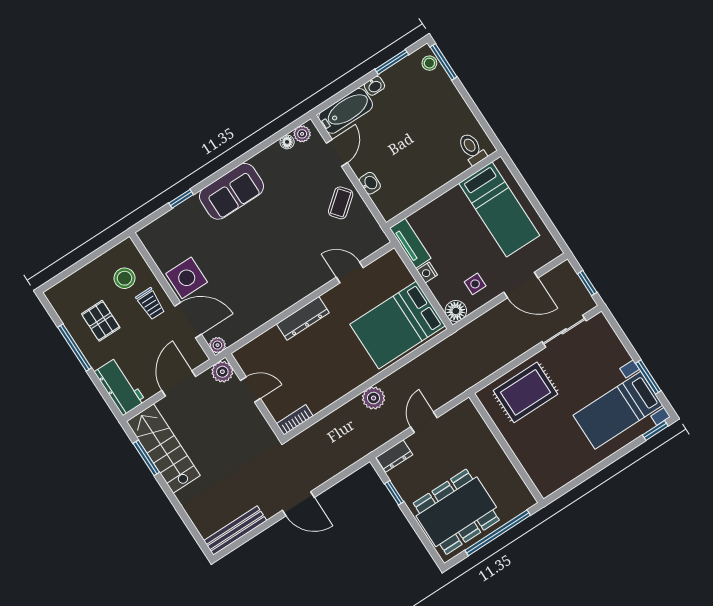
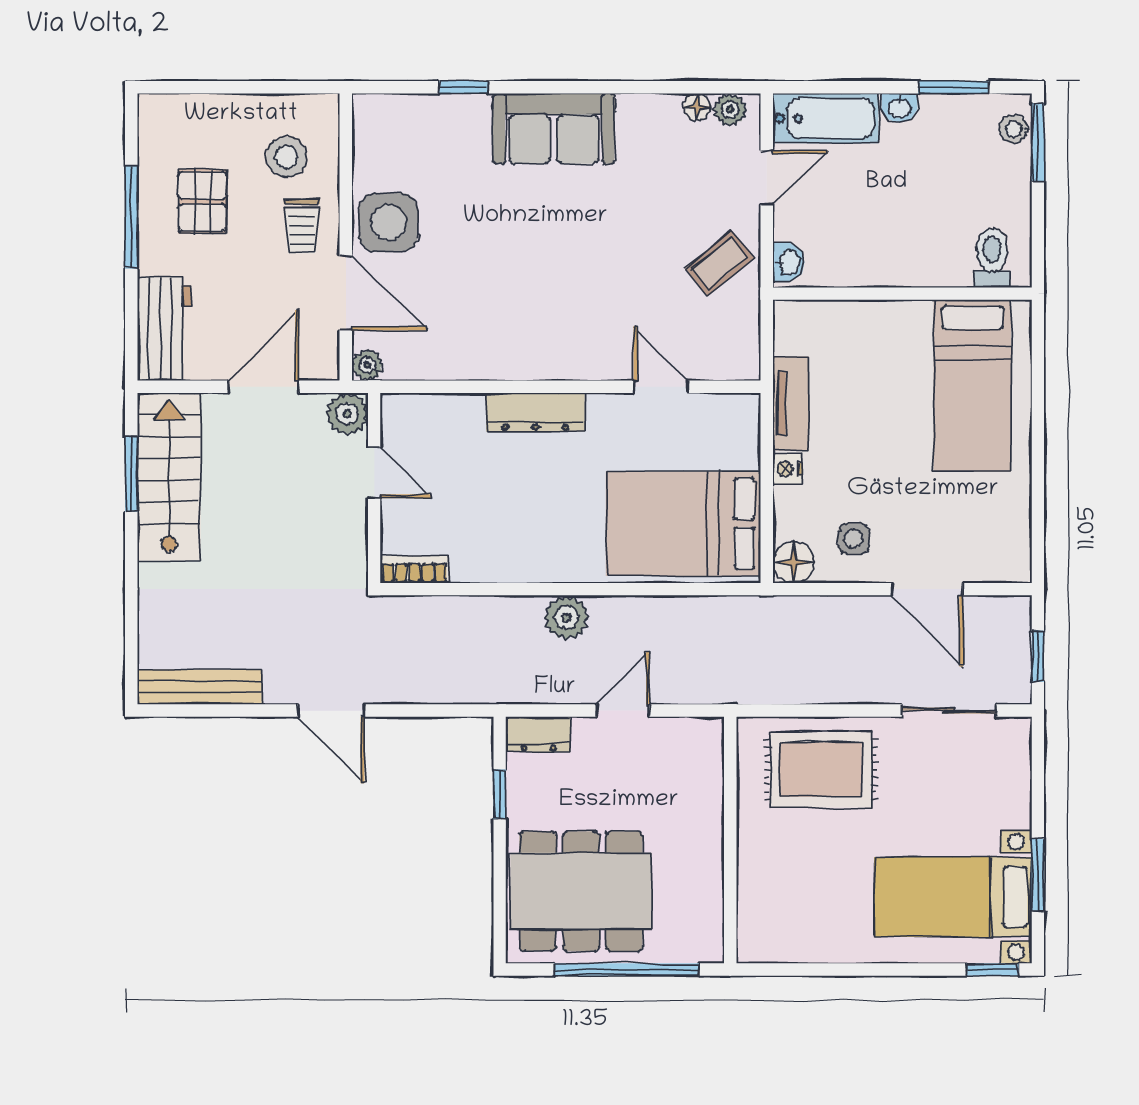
toilet: (472, 149) -> (992, 258), moved
wall: (443, 189) -> (902, 294), moved
bed: (499, 209) -> (972, 386), moved

